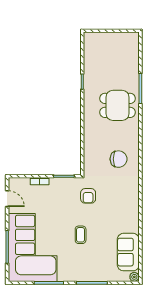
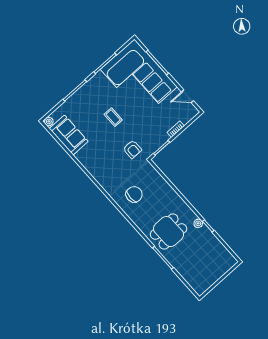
plant: (88, 91) -> (198, 223), added
chair: (119, 159) -> (134, 194), turned 180
armchair: (88, 196) -> (132, 149), turned 180

